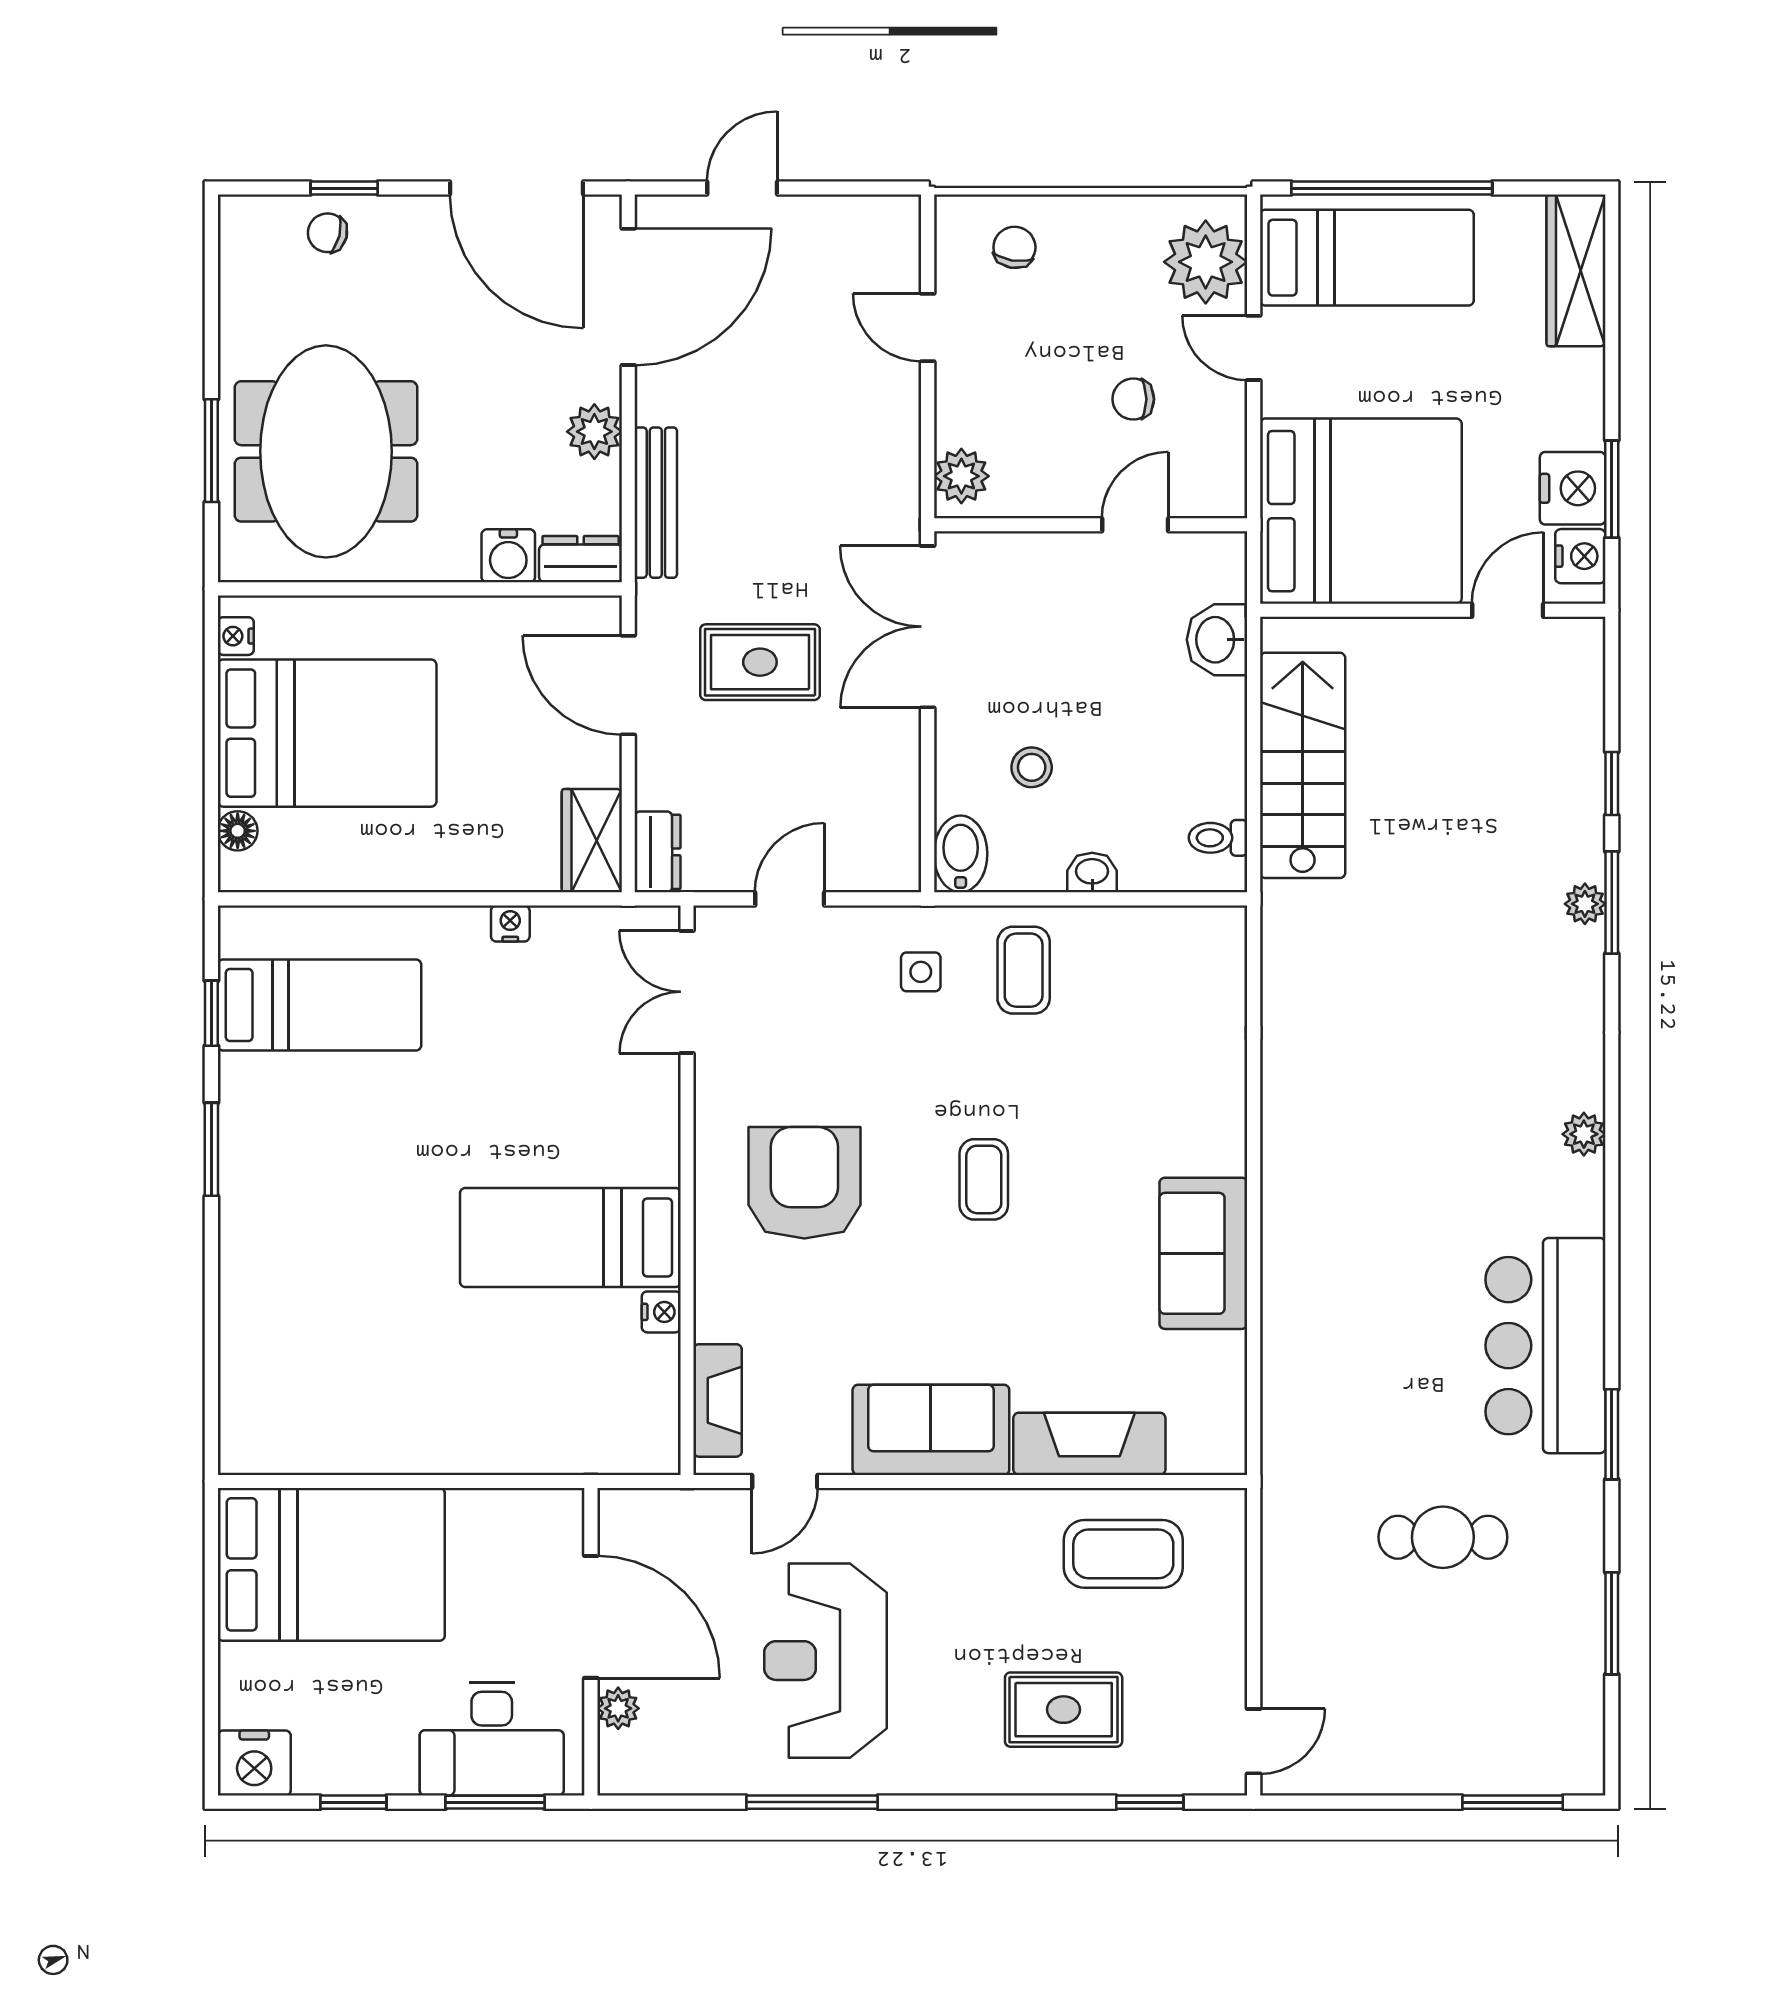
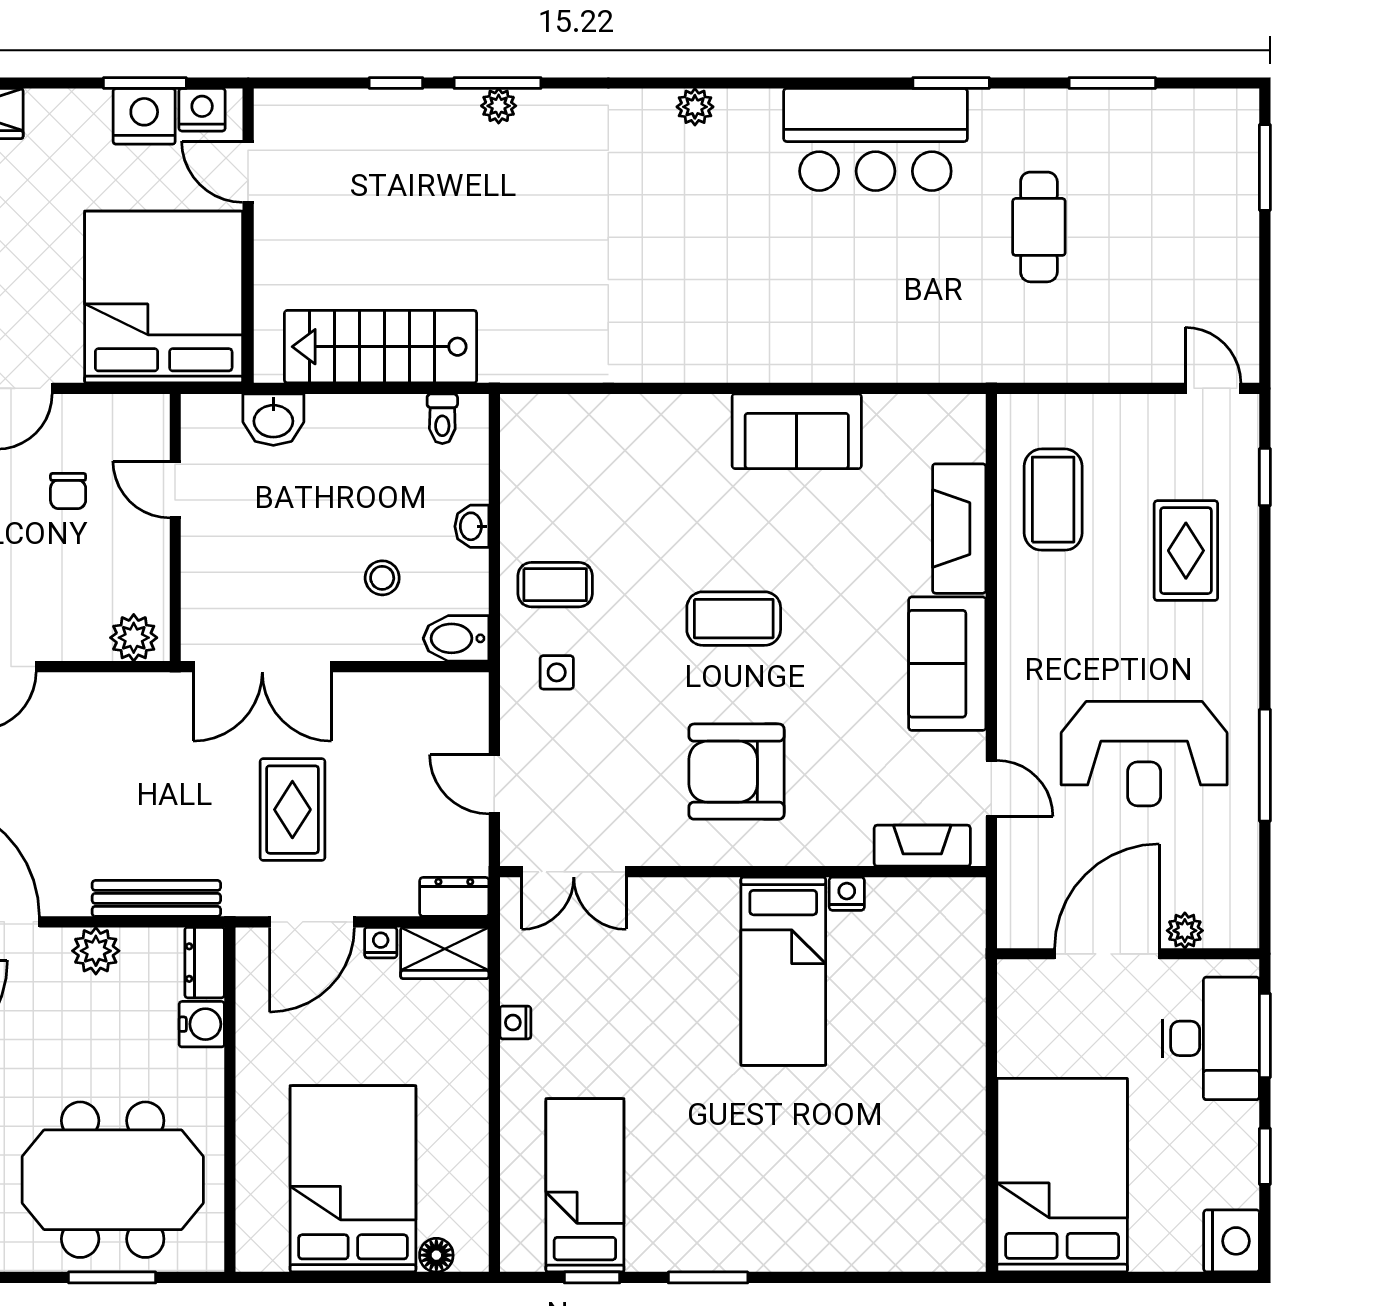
nightstand: (236, 636) -> (381, 943), moved, turned 180
coffee table: (984, 1179) -> (734, 619), width x1.36, depth x1.30

